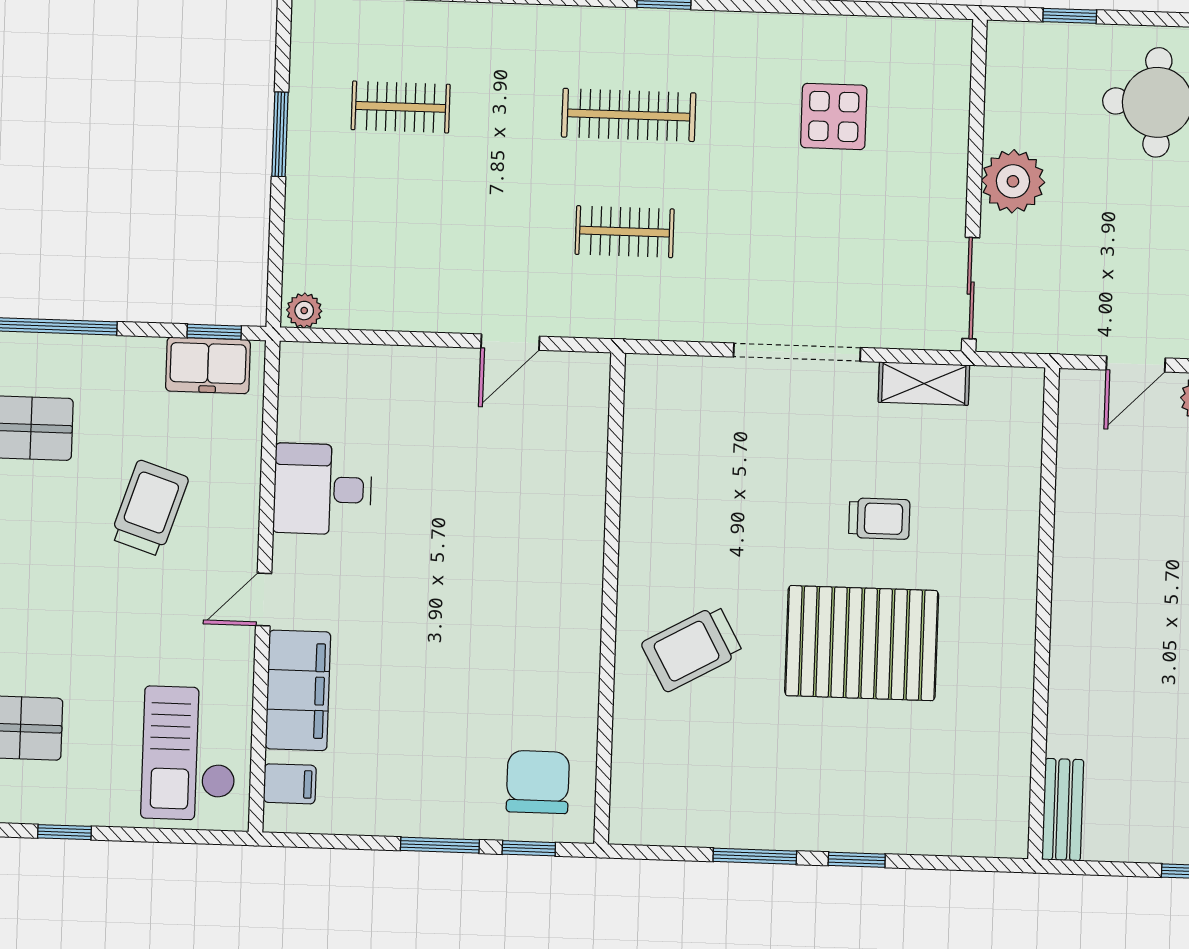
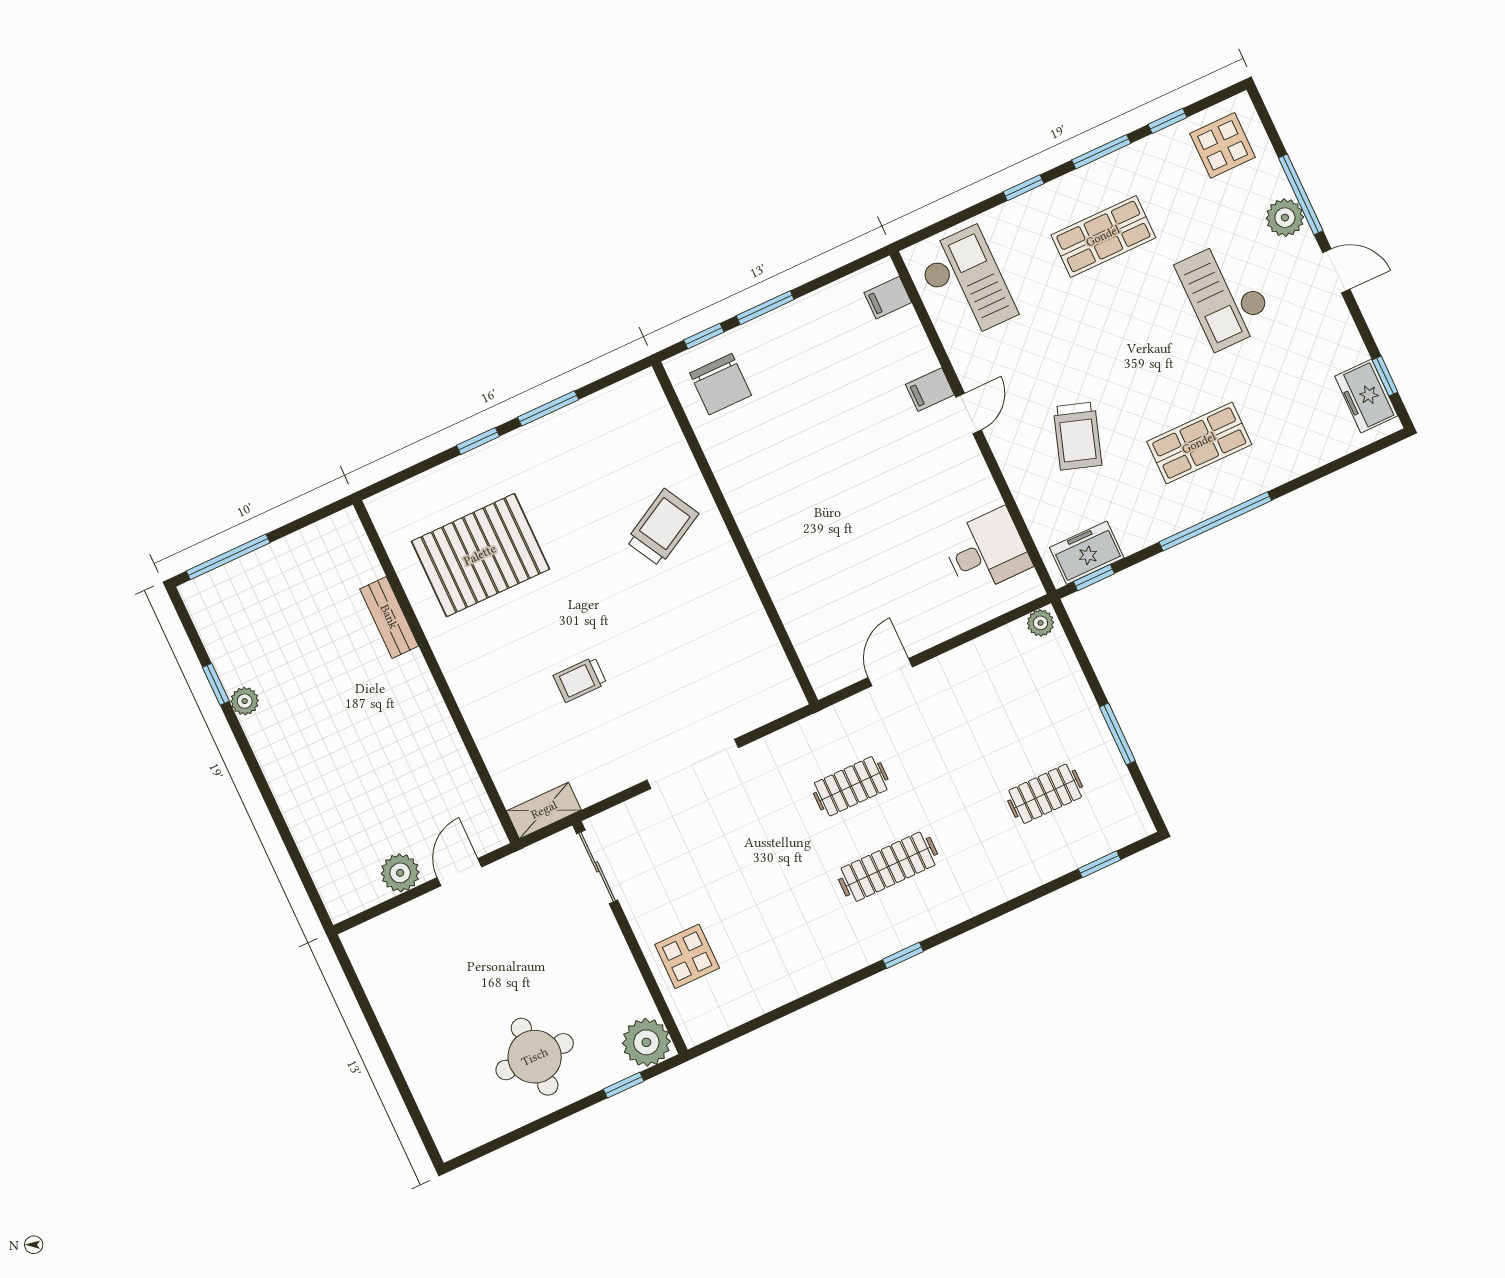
display table: (834, 116) -> (687, 956), moved
plant: (1013, 181) -> (646, 1042), moved
shelving: (924, 384) -> (544, 810), moved
desk: (323, 489) -> (987, 551), moved
pallet: (862, 643) -> (480, 555), moved
filing cabinet: (298, 690) -> (930, 390), width x0.33, depth x0.86
bench: (1063, 810) -> (389, 617), moved

